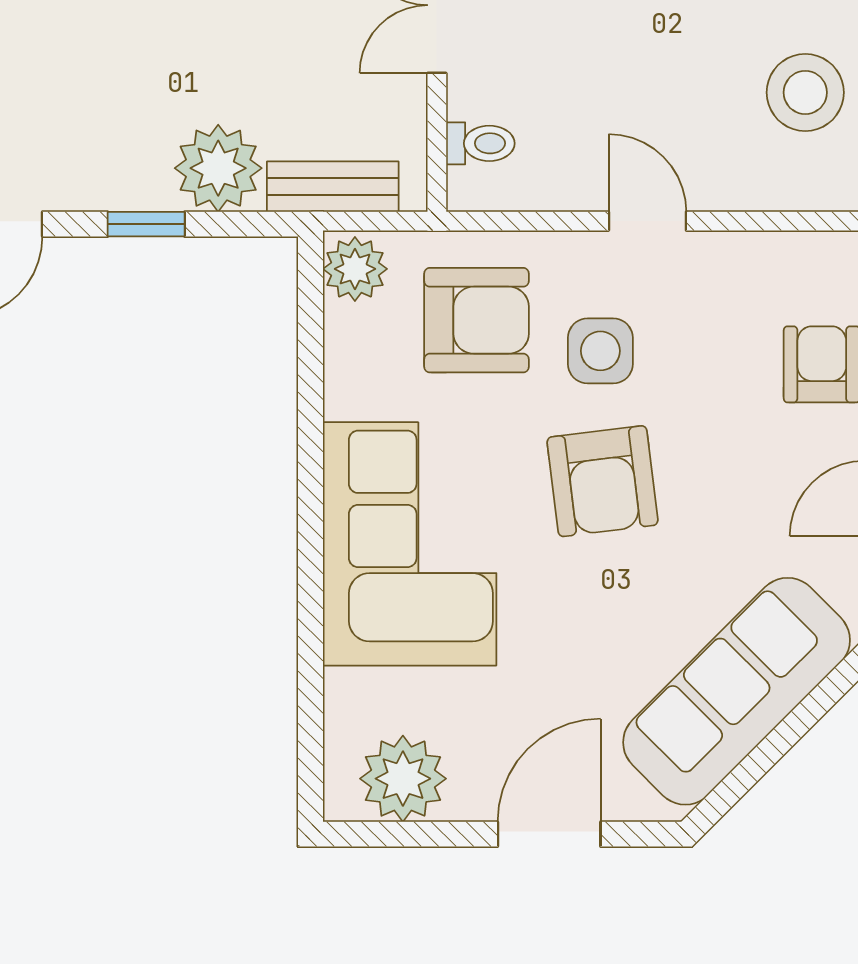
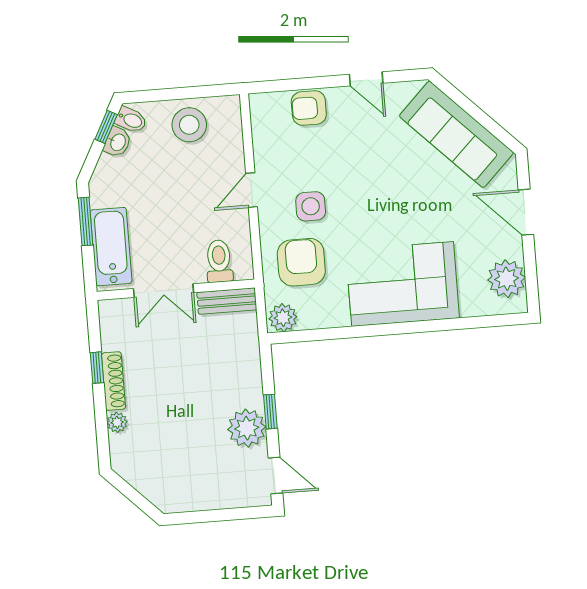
toilet: (480, 143) -> (219, 261), width x1.37, depth x1.39
plant: (218, 168) -> (247, 428), moved
bench: (333, 187) -> (227, 301), moved, turned 90
armchair: (602, 481) -> (368, 201), removed

